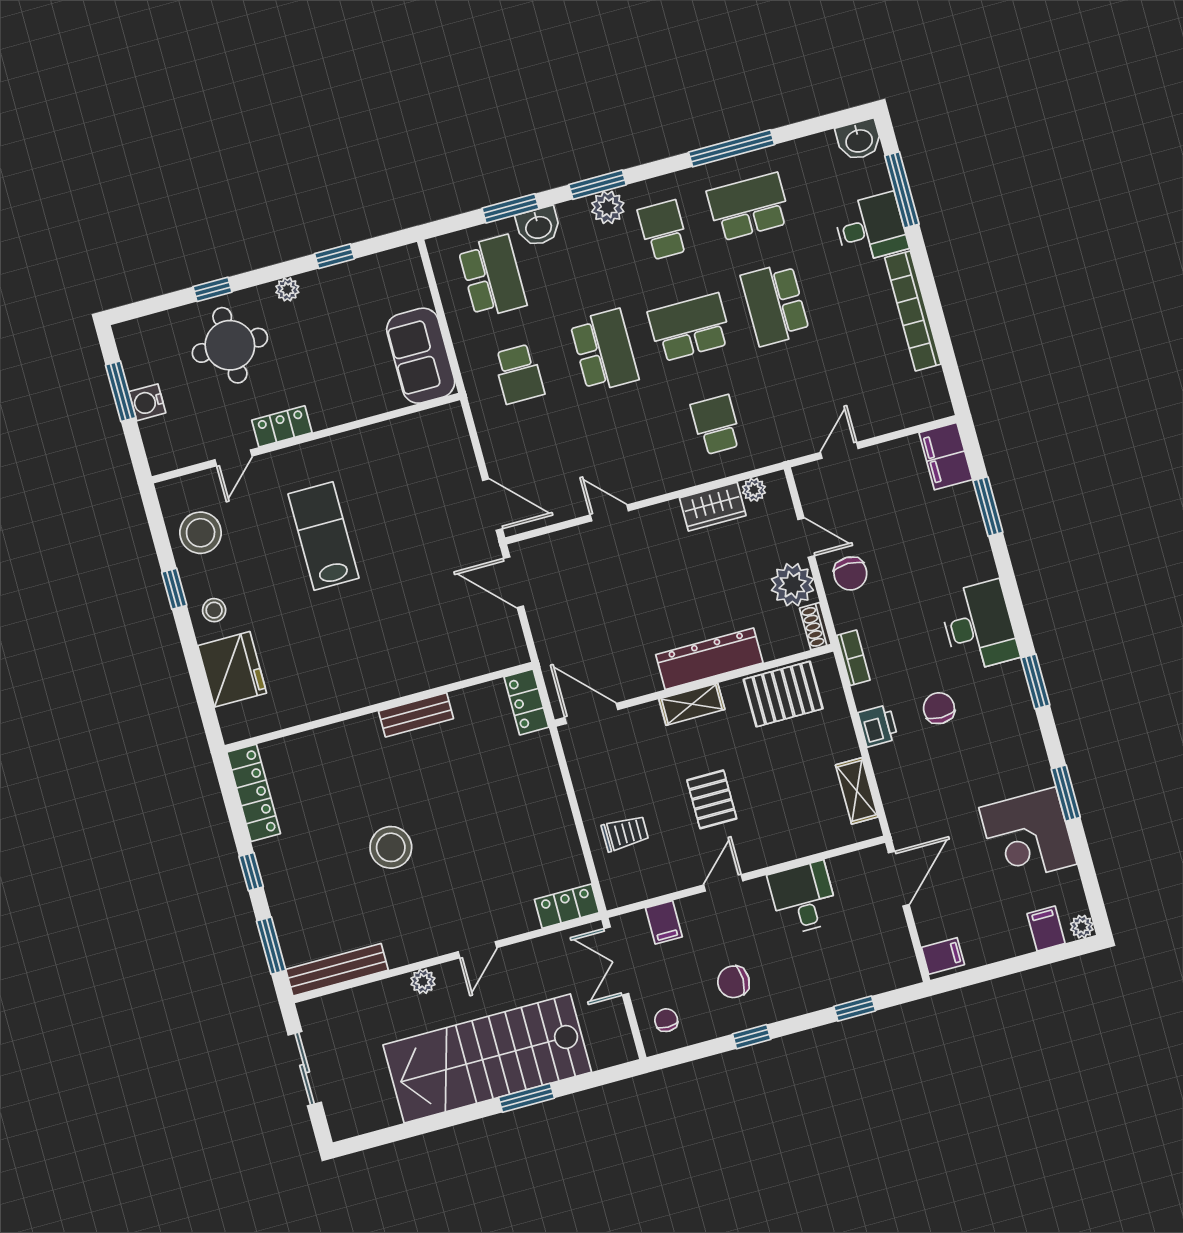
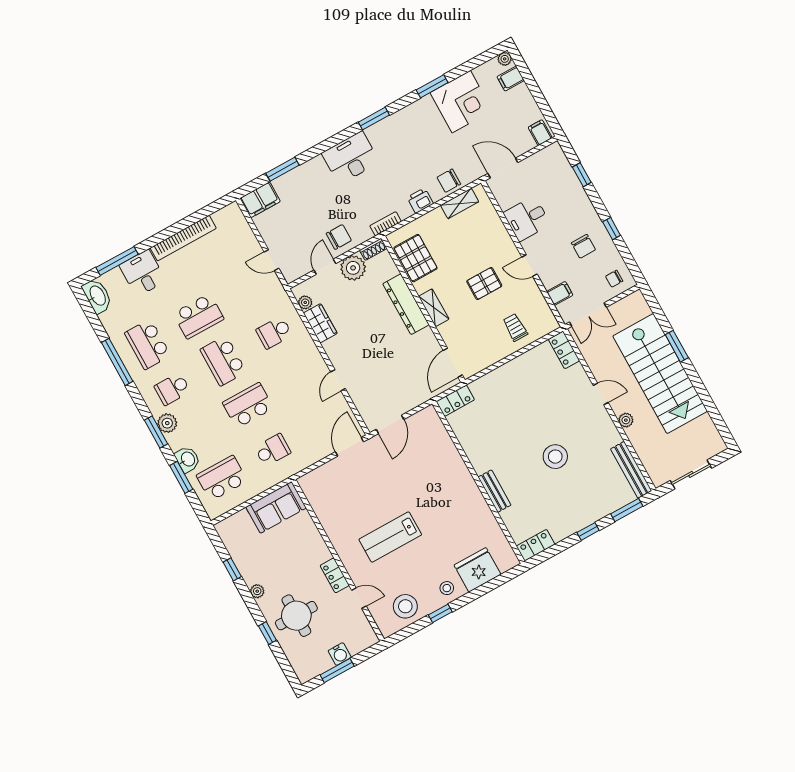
washbasin: (859, 140) -> (97, 296), width x1.38
chair: (939, 708) -> (449, 181), moved
bench: (416, 715) -> (494, 491), moved
locker: (254, 793) -> (536, 545), width x0.66

